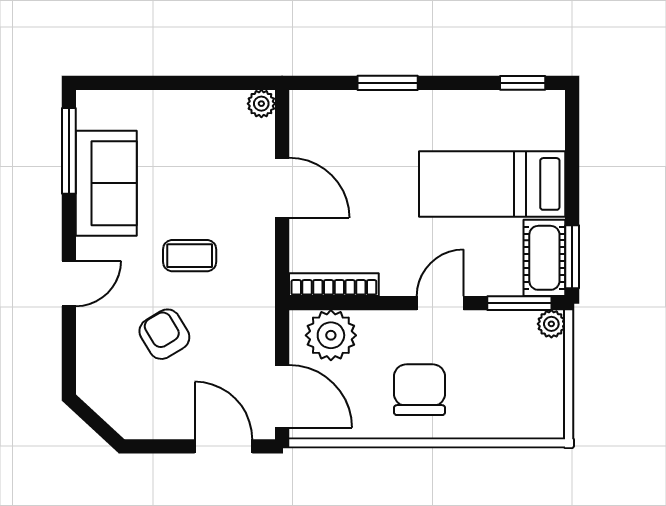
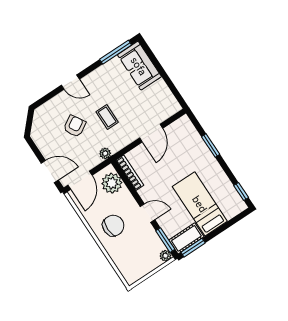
plant: (261, 104) -> (105, 153), moved
sofa: (106, 183) -> (139, 66), moved, turned 90
door: (223, 446) -> (50, 172), hinge flipped

